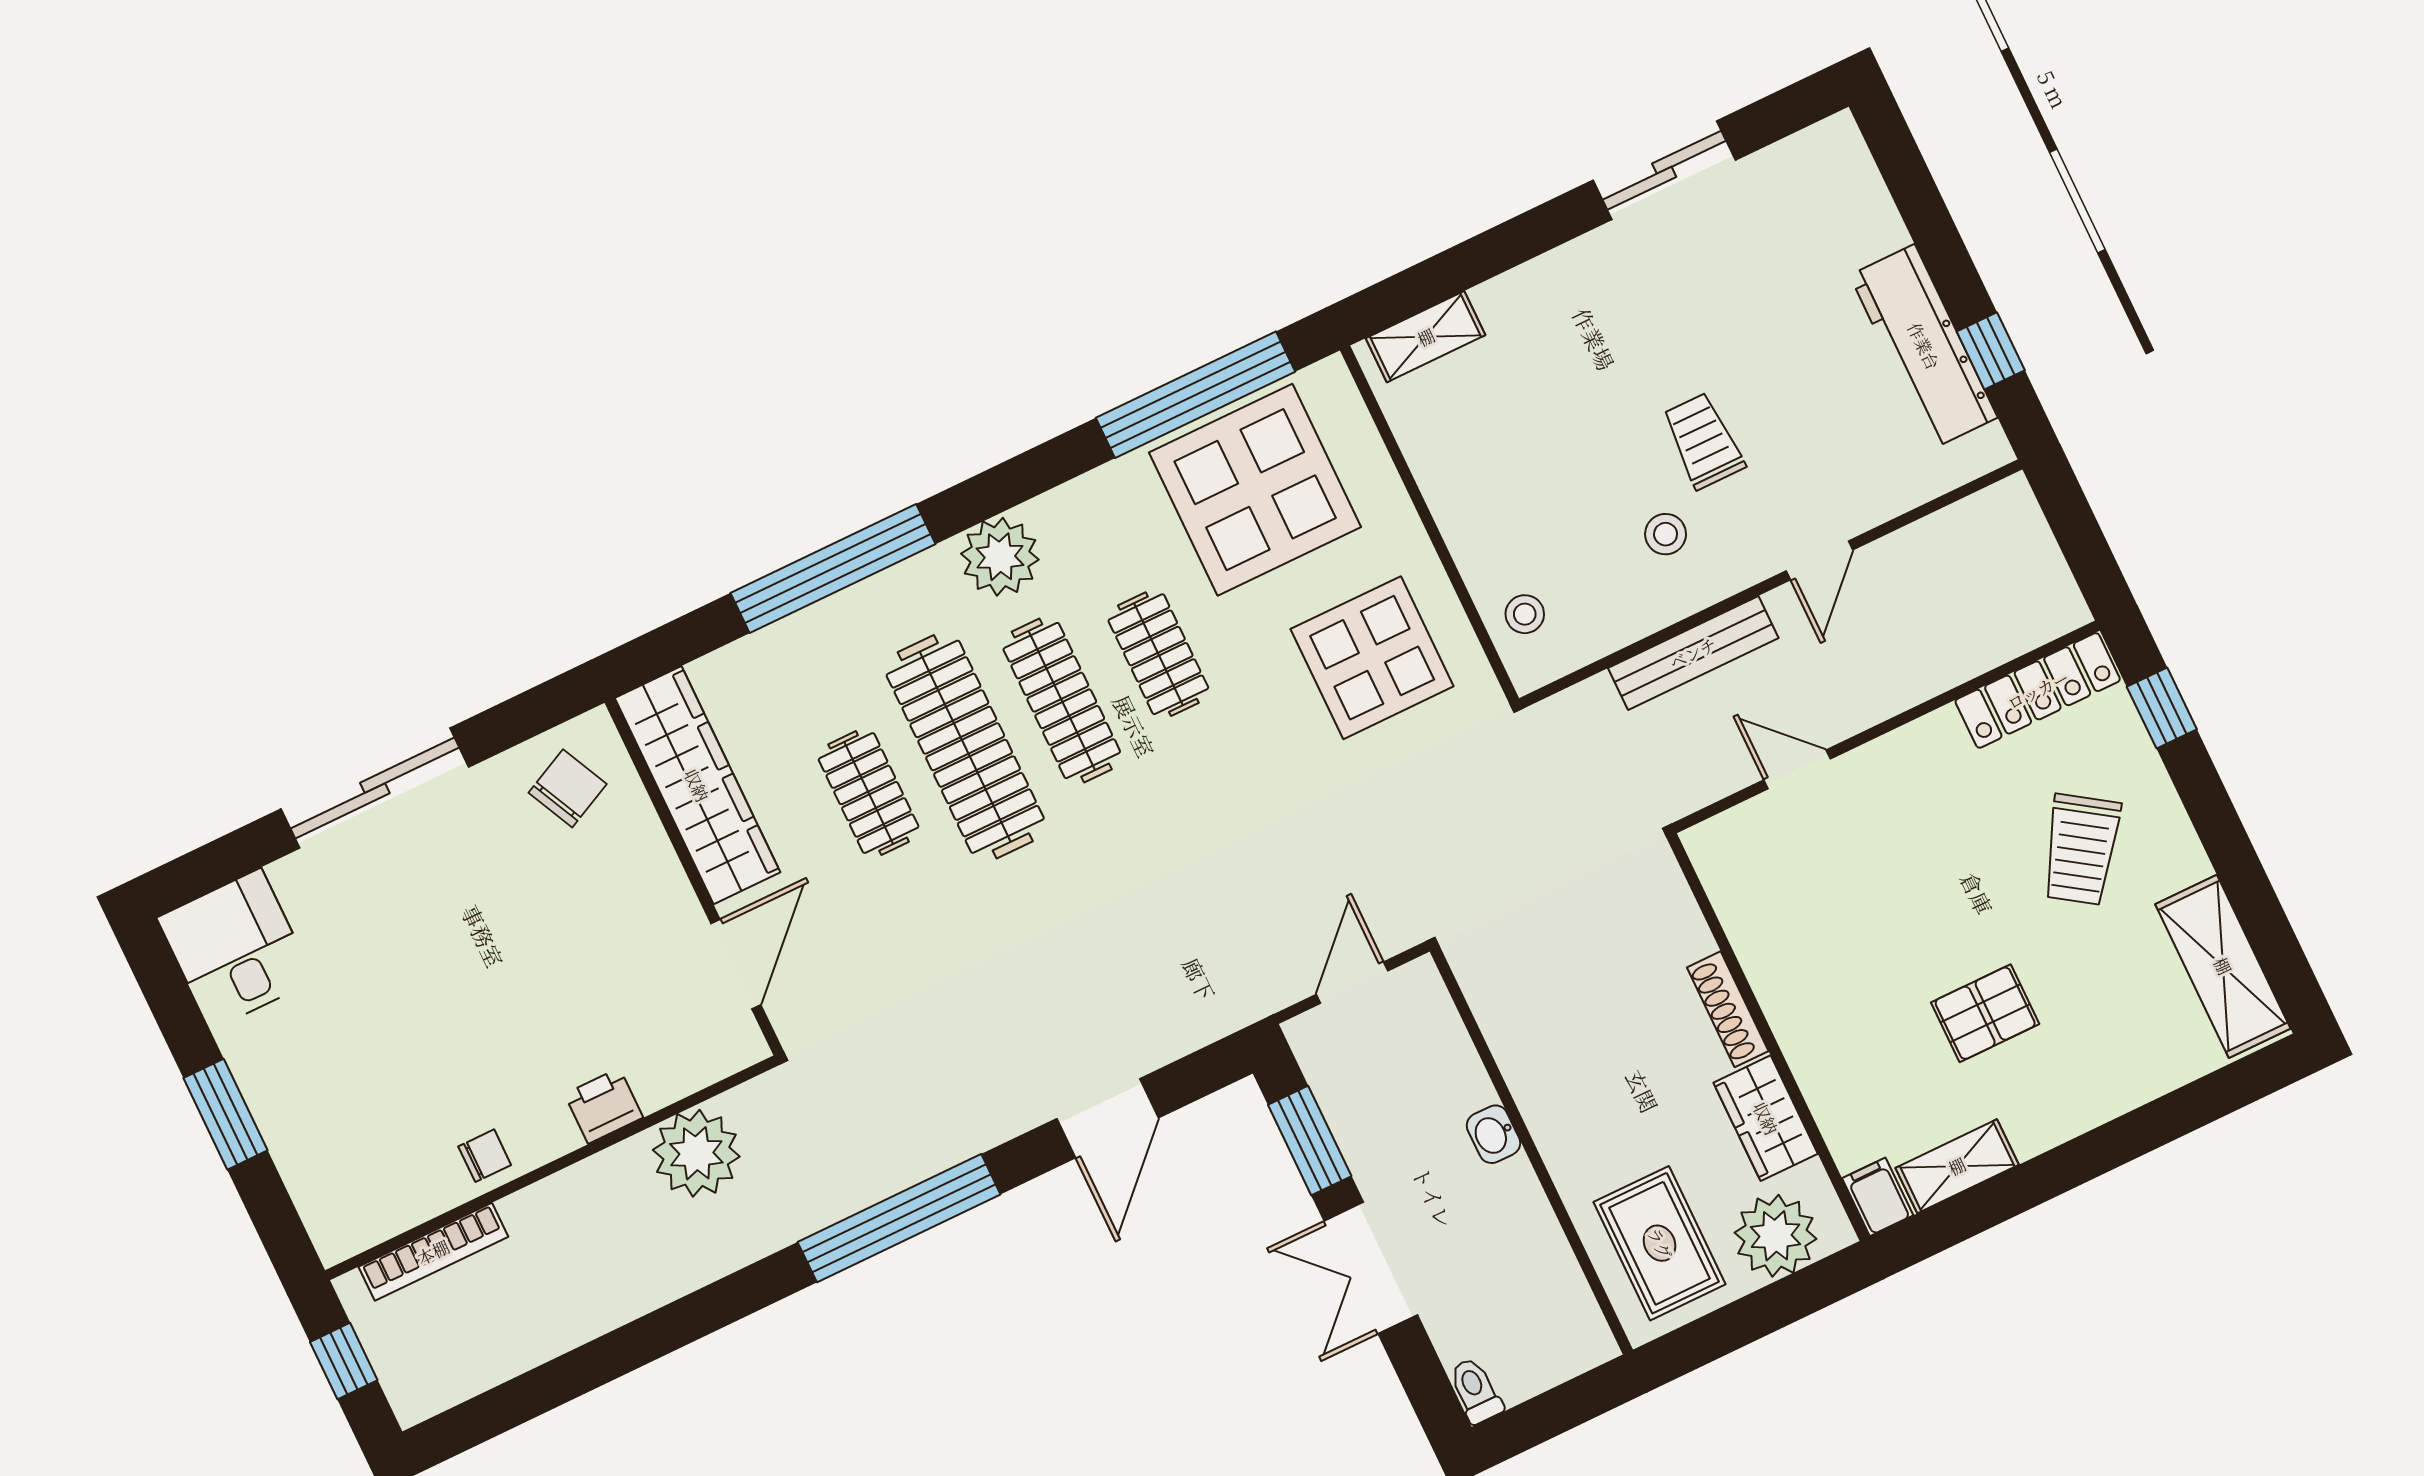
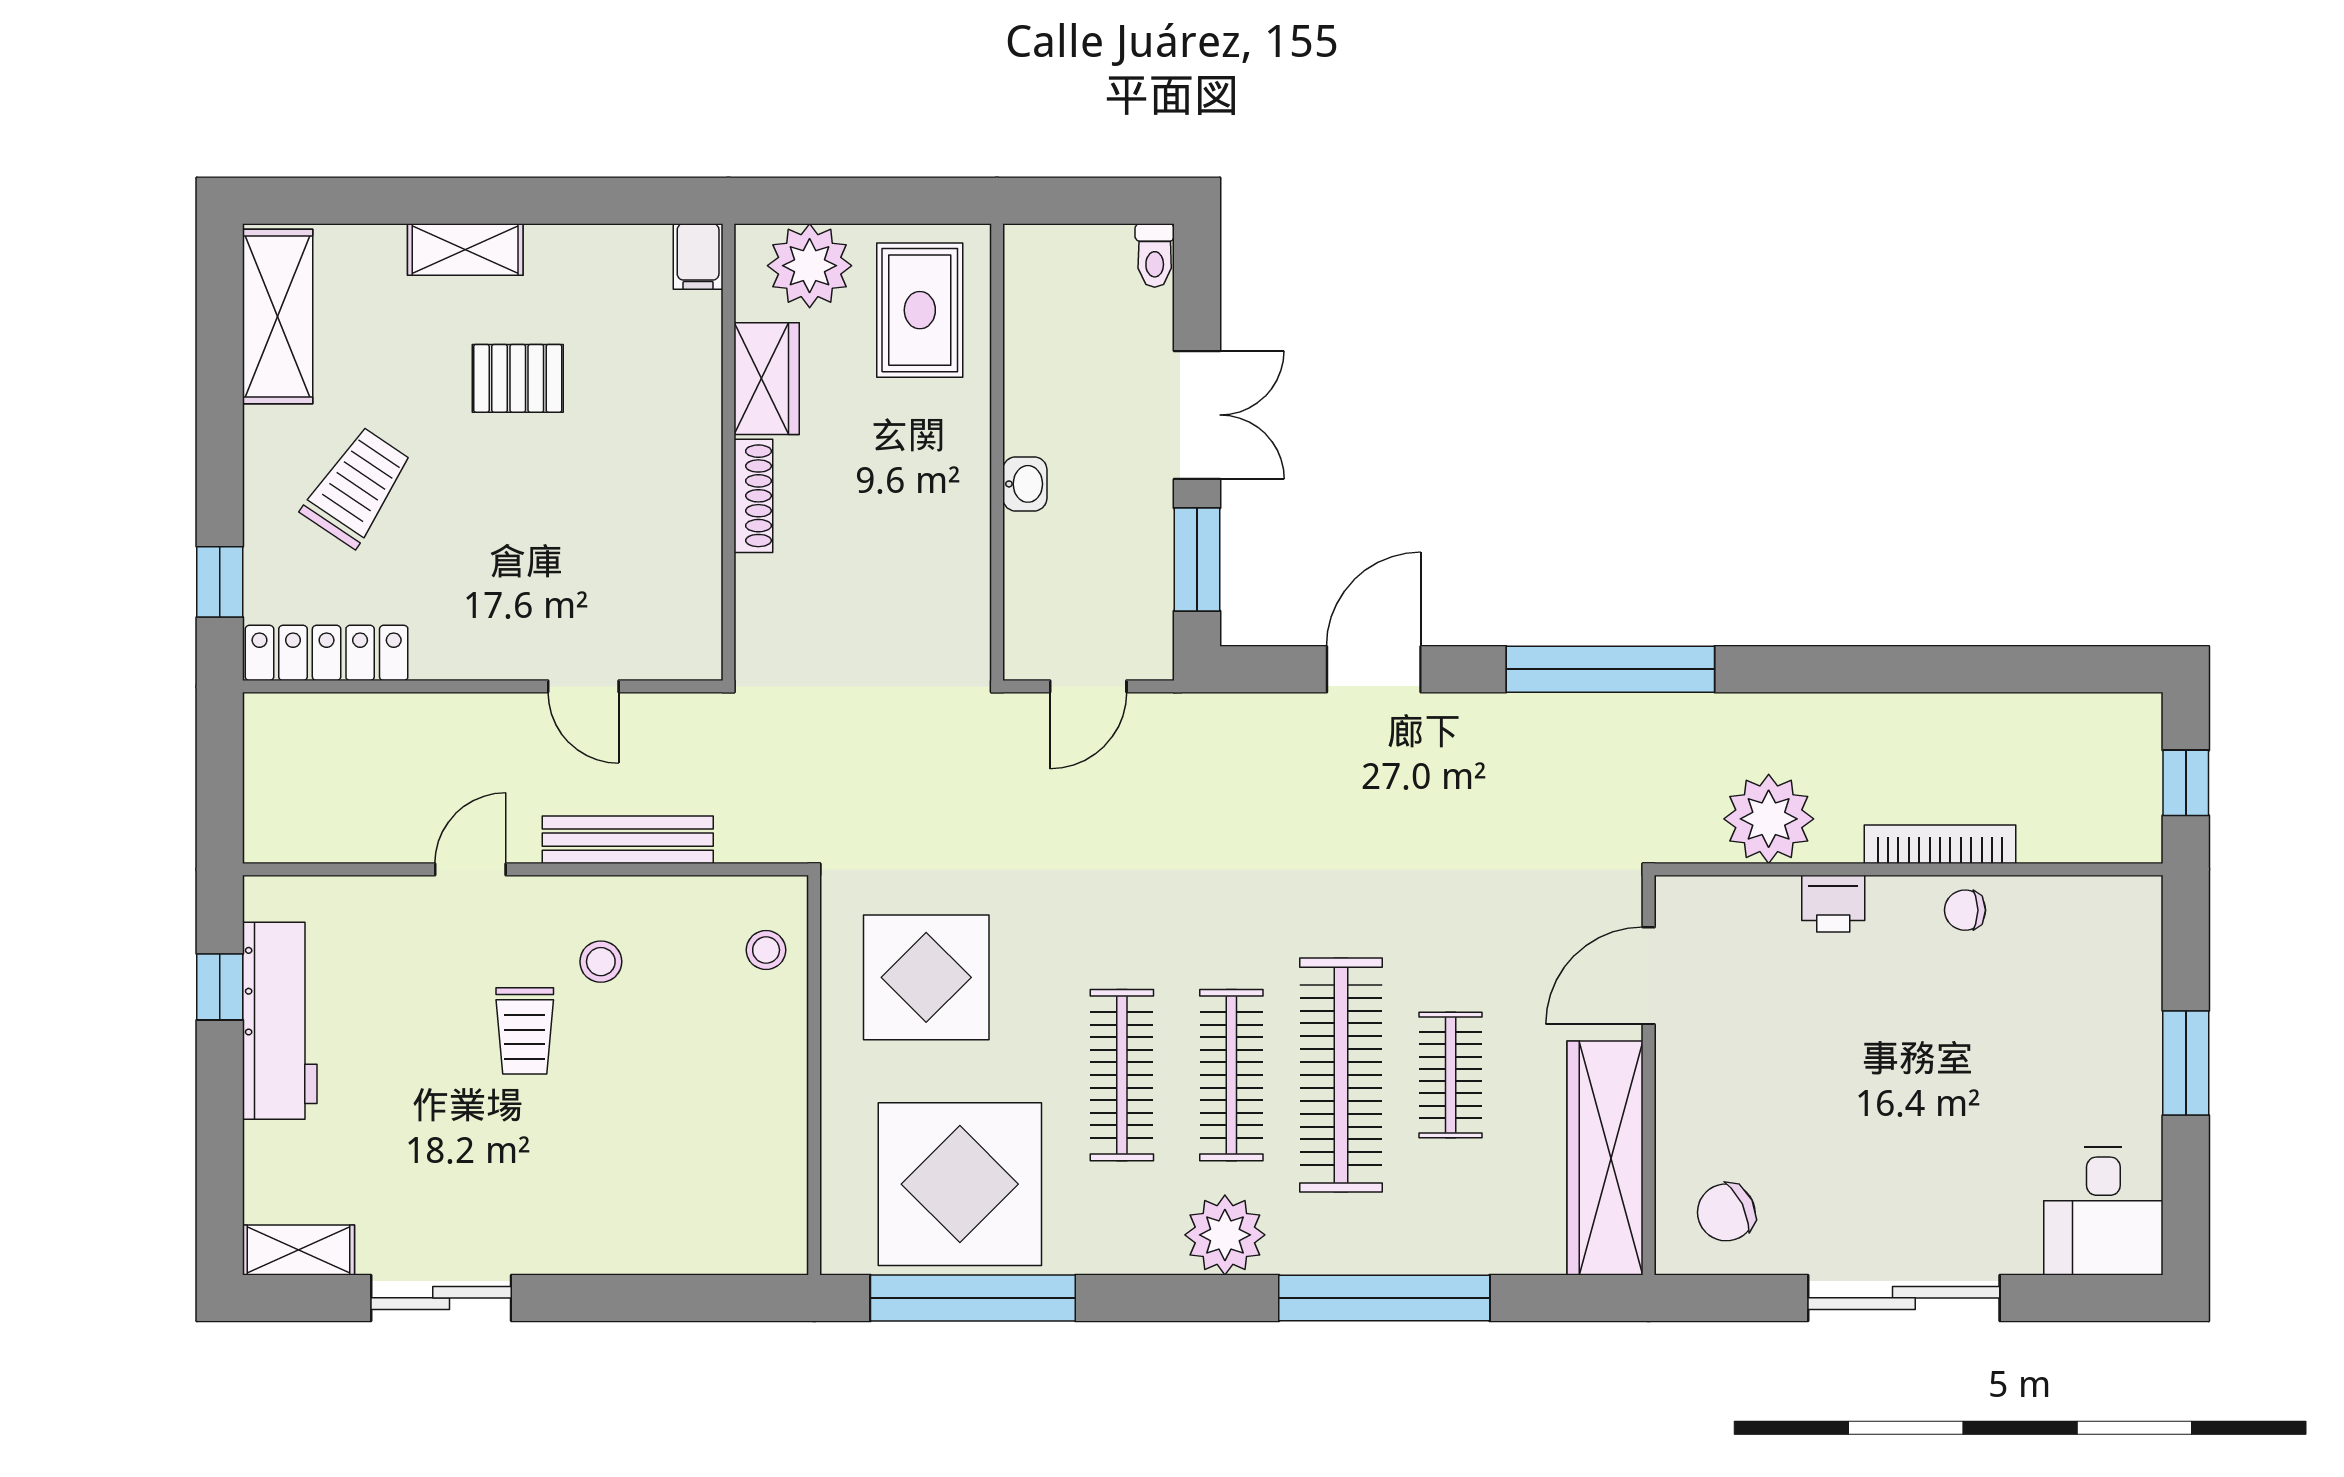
shelving: (1426, 337) -> (299, 1250), moved
clothes rail: (1158, 654) -> (1122, 1075), width x1.36
shelving: (1957, 1166) -> (465, 249), moved
bookcase: (433, 1252) -> (1940, 844), moved

